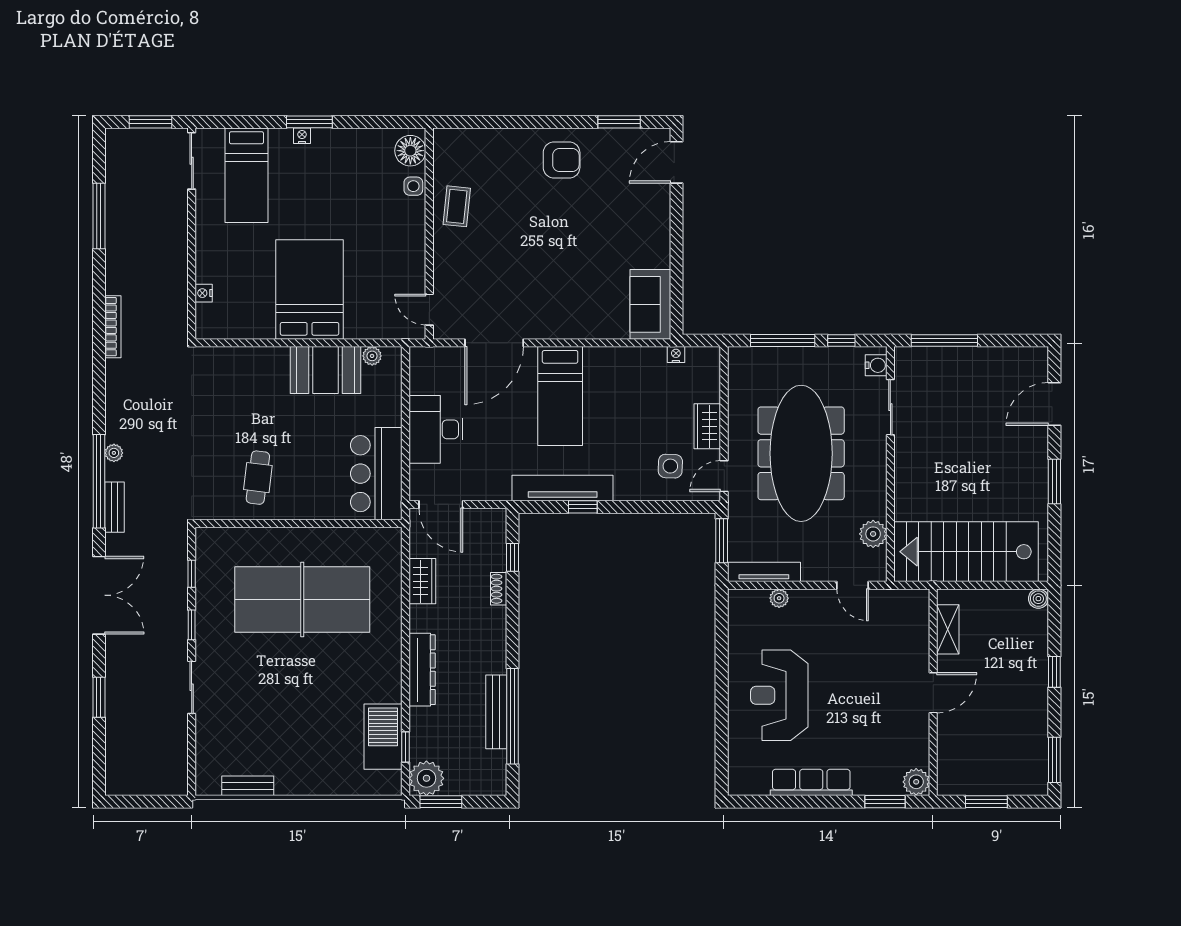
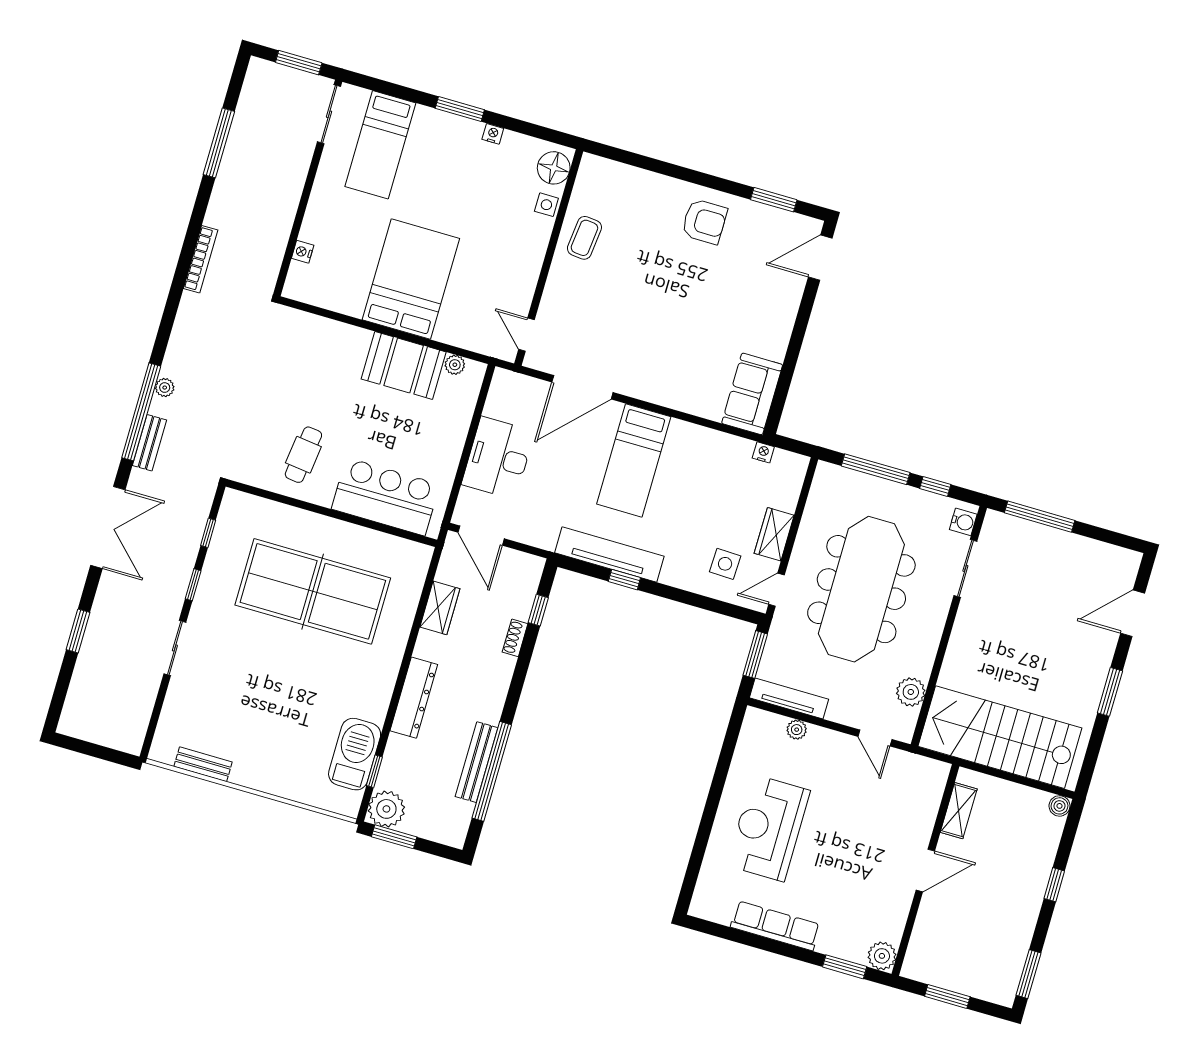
nightstand: (302, 136) -> (493, 134), moved
bar counter: (376, 474) -> (386, 497), moved, turned 90

